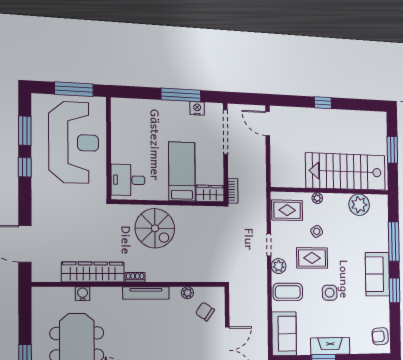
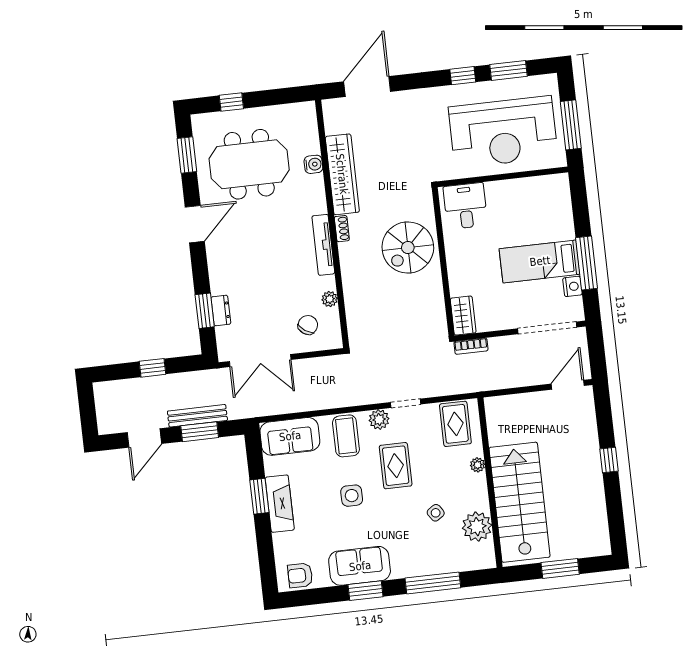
bed: (182, 171) -> (540, 261), moved, turned 180
side table: (317, 231) -> (436, 513), moved
sofa: (377, 274) -> (360, 566), moved
armchair: (380, 336) -> (300, 575), turned -85

